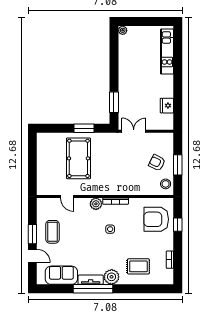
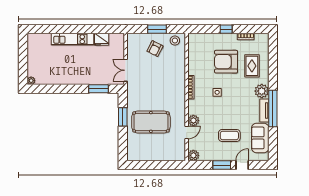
kitchen unit: (167, 52) -> (73, 39), moved
plant: (43, 204) -> (193, 155), added
plant: (96, 204) -> (193, 120), moved
armchair: (156, 219) -> (226, 62), moved, turned 90
window: (178, 225) -> (226, 29), moved
coffee table: (53, 232) -> (229, 135), moved

